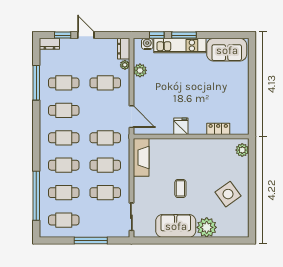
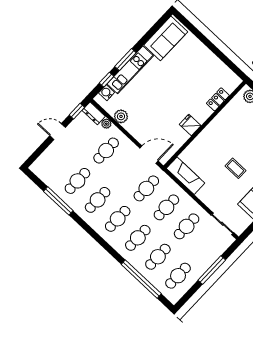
window: (63, 35) -> (77, 111), moved
dresser: (49, 44) -> (39, 164), removed

